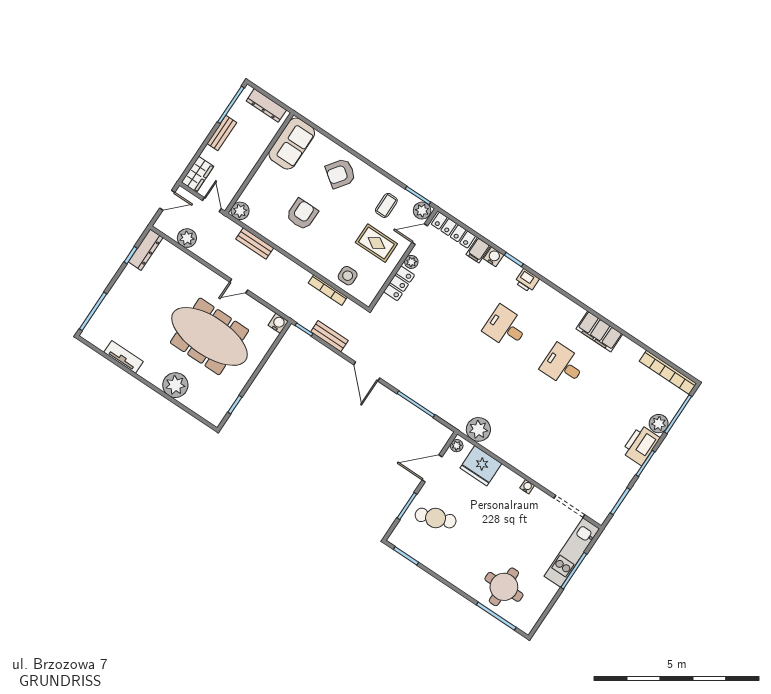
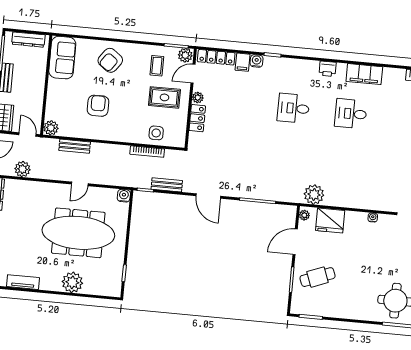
printer: (527, 281) -> (328, 69), moved

